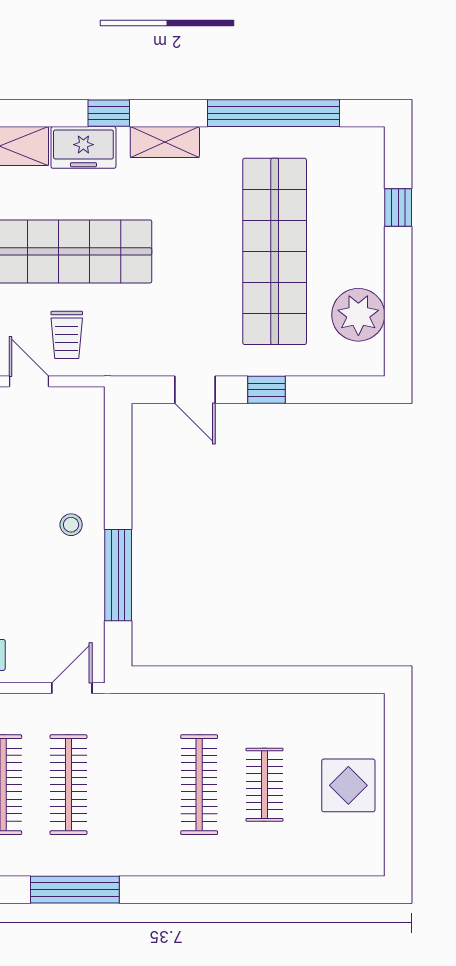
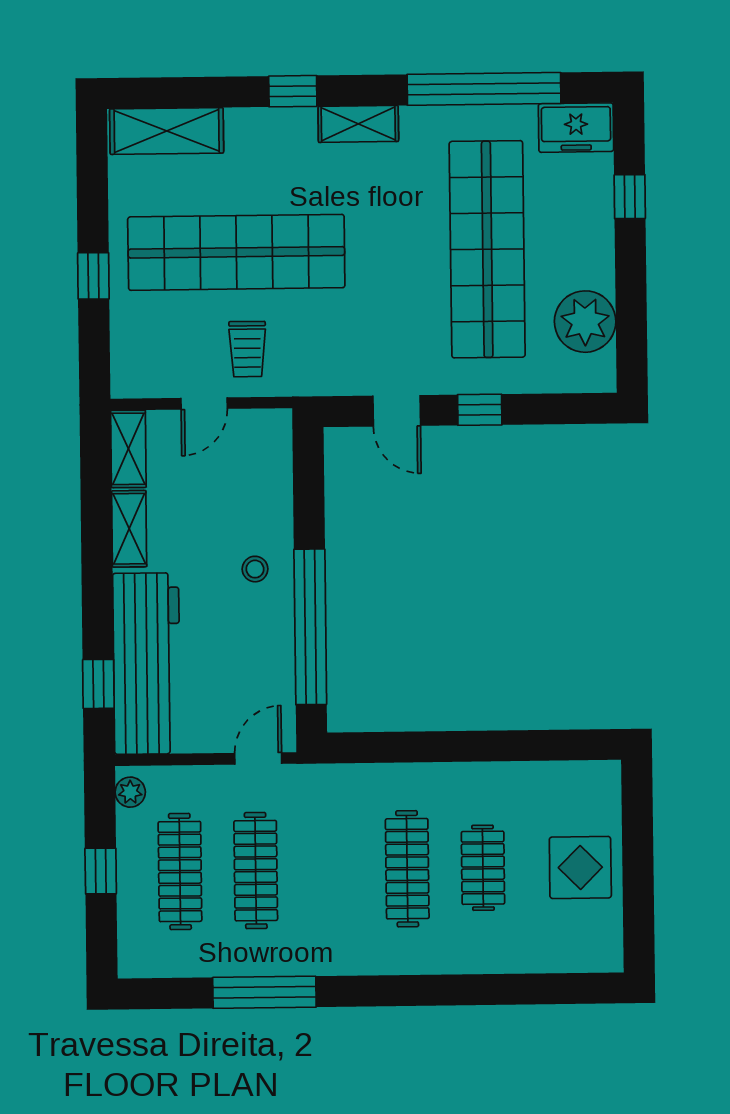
freezer: (83, 147) -> (576, 128), moved
door: (29, 381) -> (204, 403), swing flipped
window: (118, 575) -> (310, 627), width x1.46

